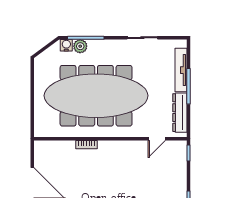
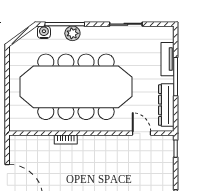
plant: (80, 46) -> (72, 33), moved
tv unit: (181, 70) -> (168, 59), width x0.71
door: (157, 139) -> (141, 133), swing flipped

